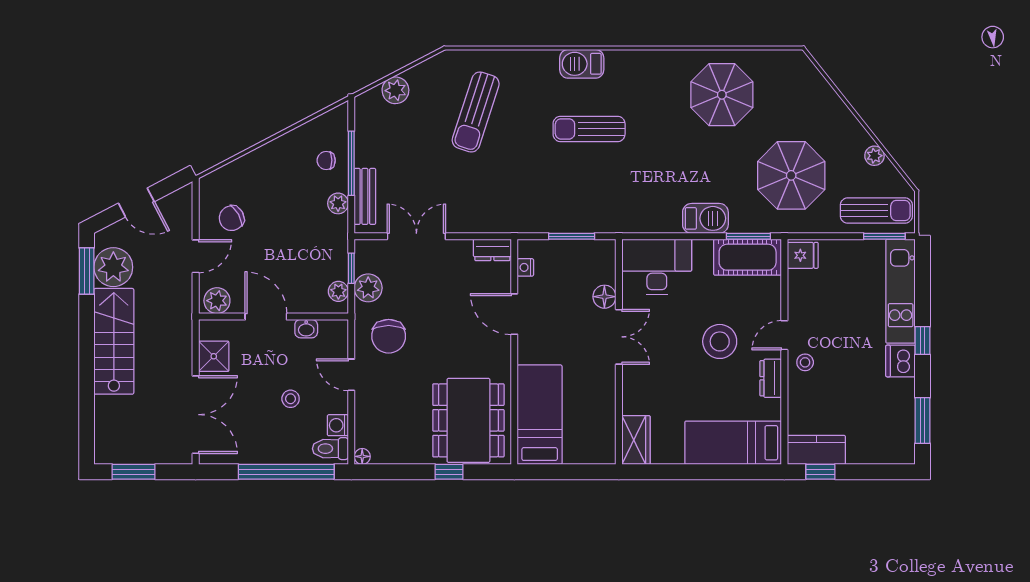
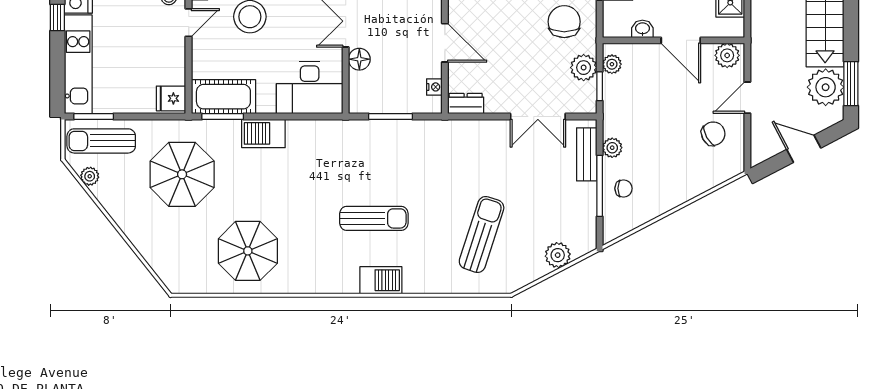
plant: (874, 156) -> (90, 176), moved

